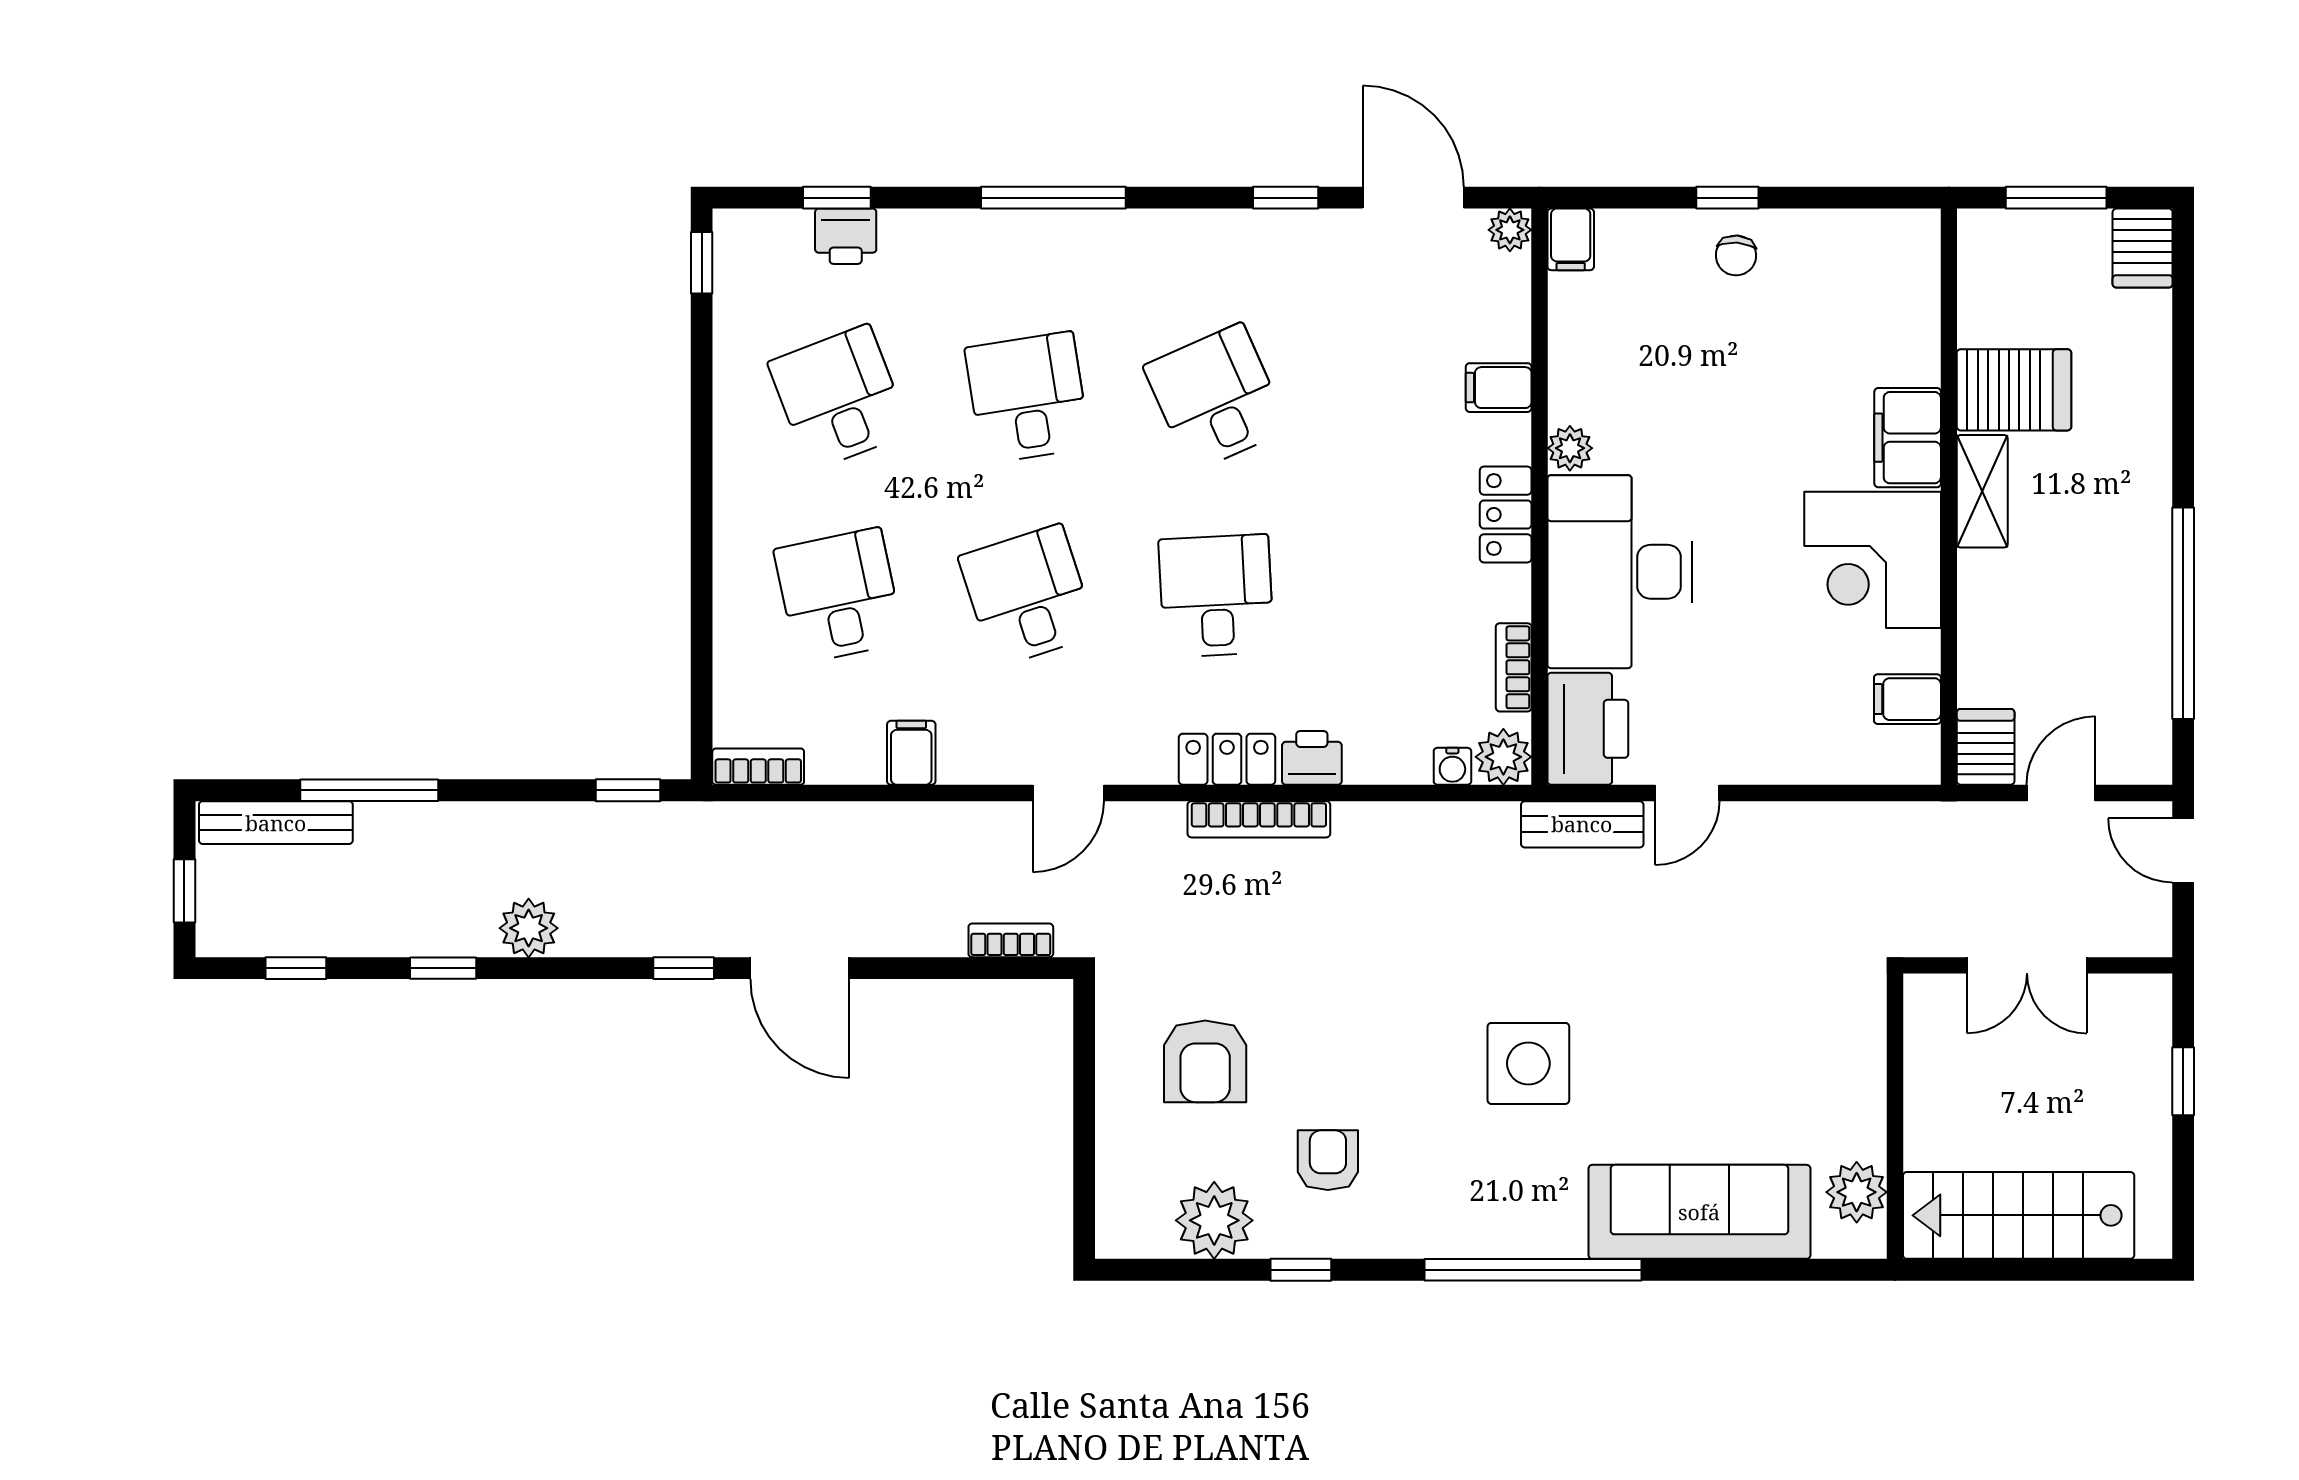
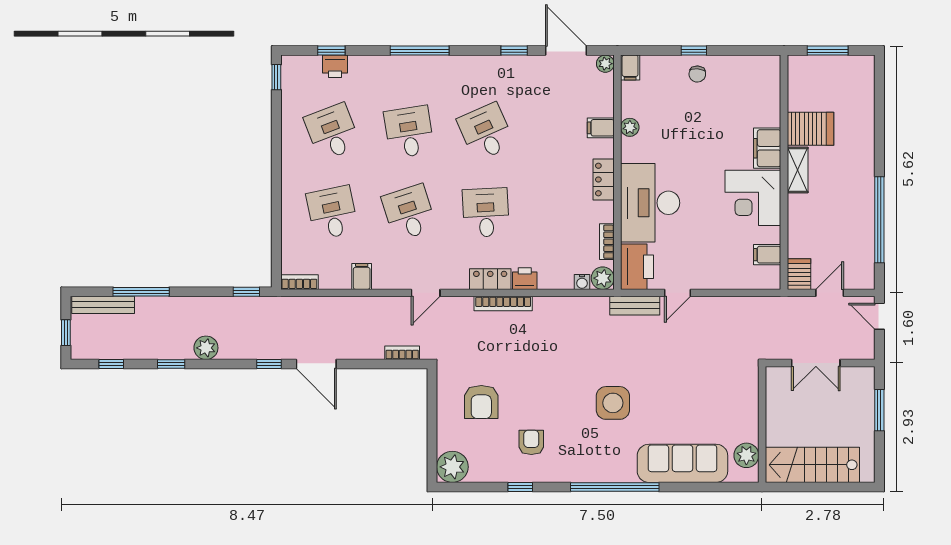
server rack: (2143, 248) -> (863, 71), removed
plant: (1570, 448) -> (630, 127), moved
window: (2183, 1081) -> (879, 410), width x1.50
plant: (1214, 1220) -> (452, 467), moved

